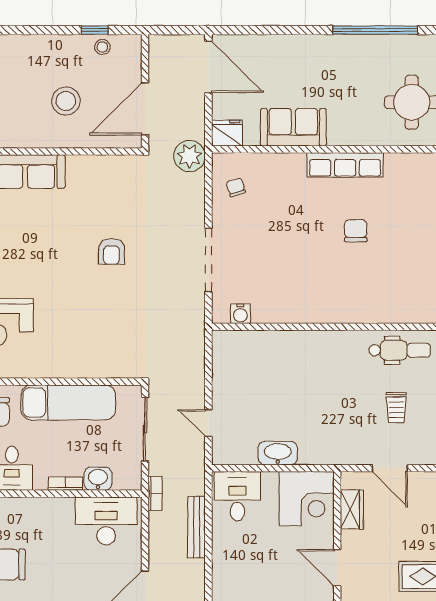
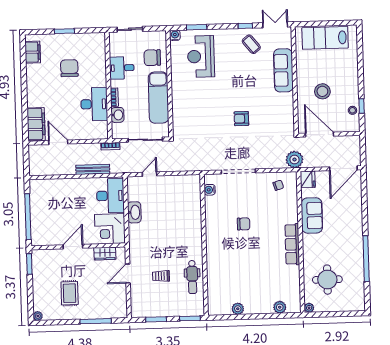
chair: (356, 231) -> (244, 224), moved
desk: (237, 496) -> (110, 196), width x1.37
desk: (106, 521) -> (94, 104), moved

